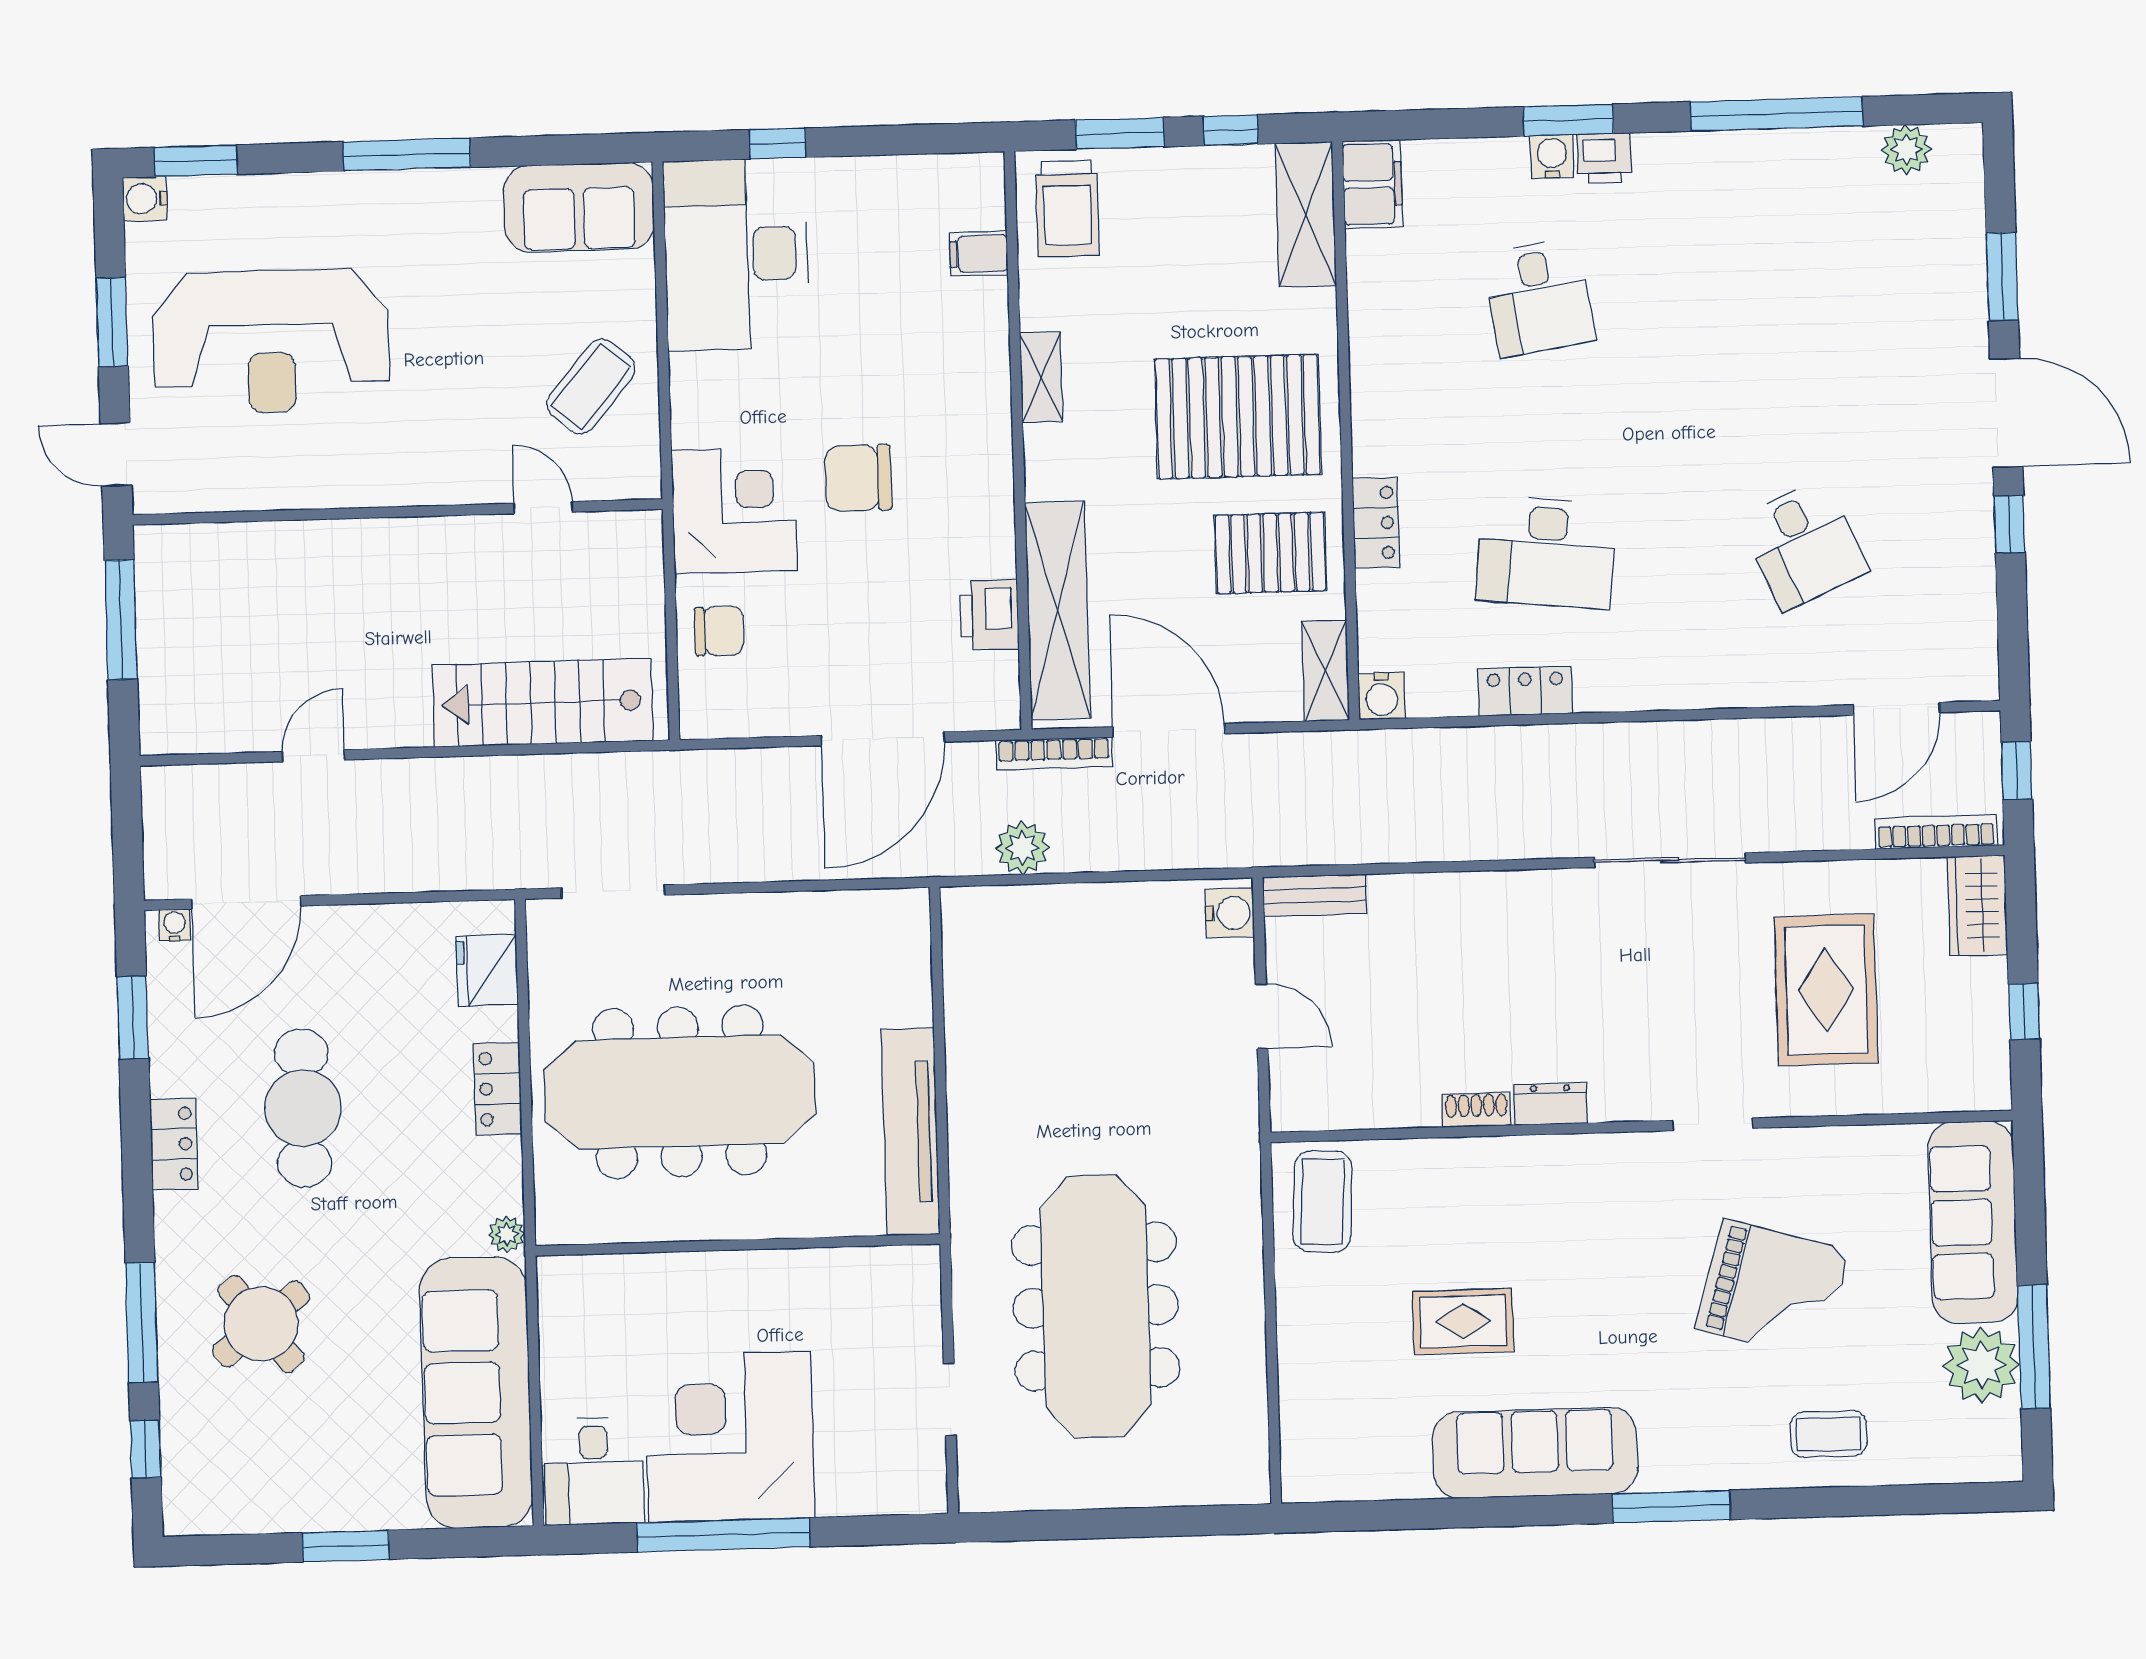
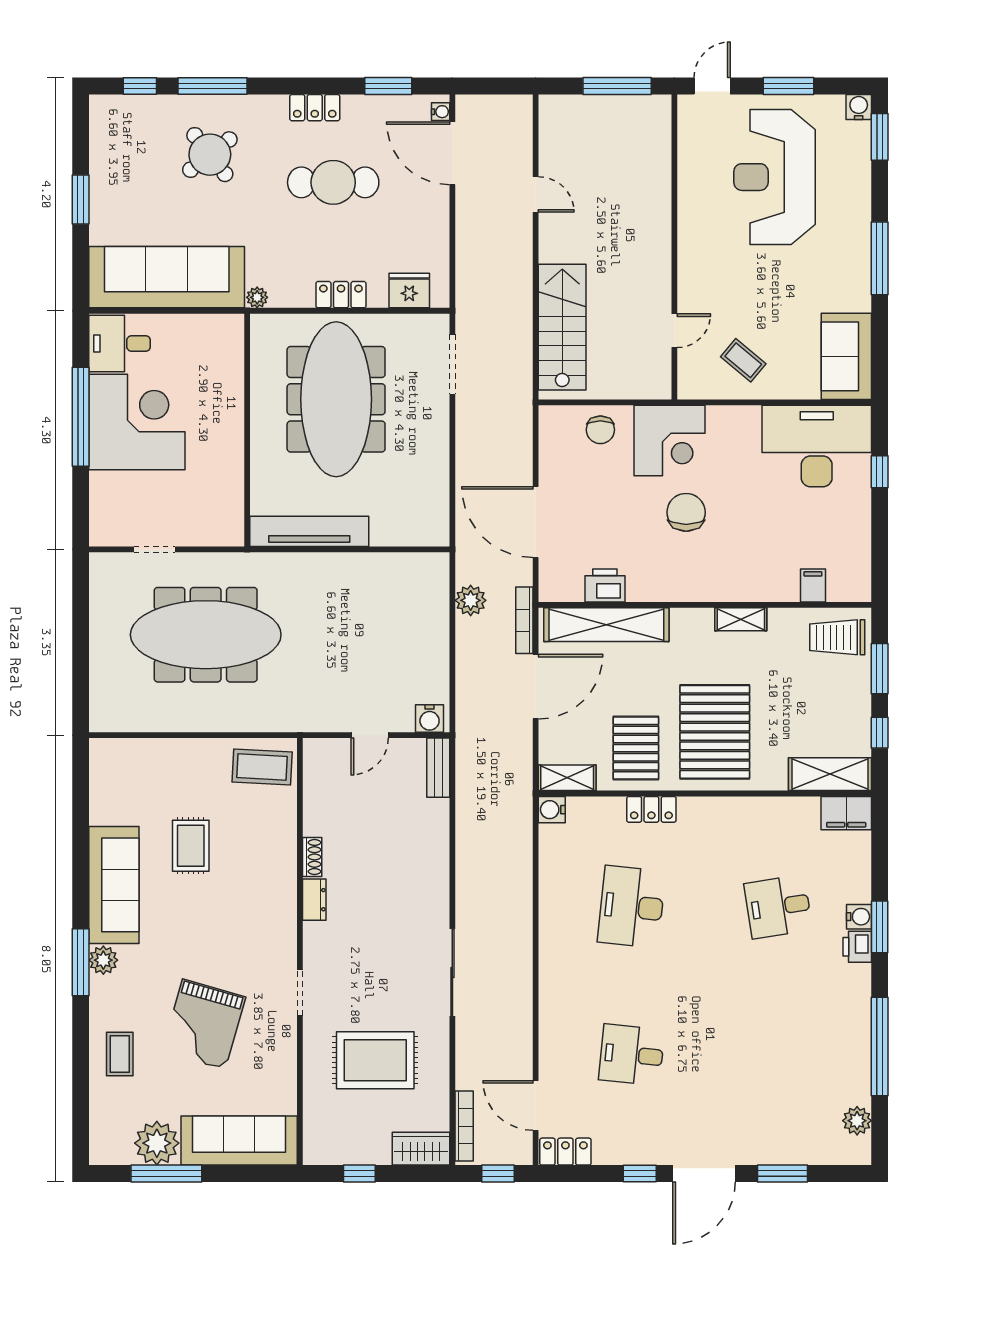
coffee table: (591, 386) -> (743, 360), width x0.73, depth x0.77
desk: (1804, 545) -> (632, 1055), turned 30
locker: (1525, 691) -> (565, 1152), moved, turned -90
plant: (1666, 1467) -> (103, 960), added

